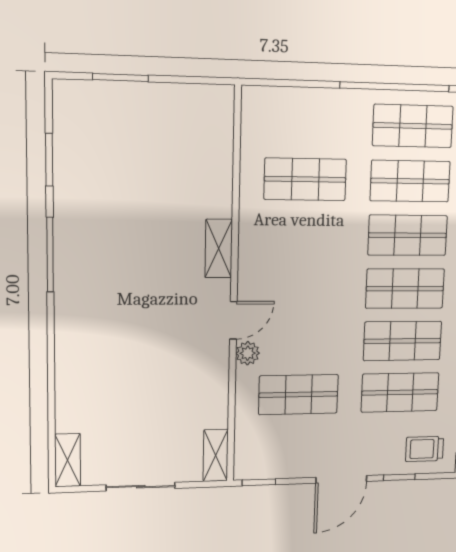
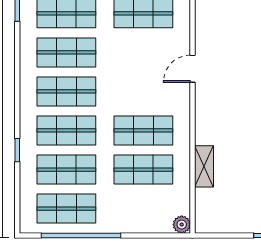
shop shelf: (303, 235) -> (143, 130), added
shelving: (219, 249) -> (204, 166), moved
plant: (248, 353) -> (182, 225), moved

